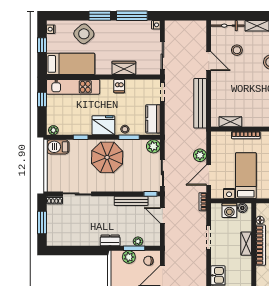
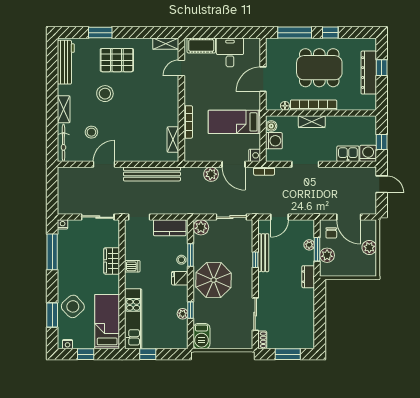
window: (100, 16) -> (52, 315), moved
fridge: (103, 125) -> (180, 278), width x0.53, depth x0.75
plant: (53, 130) -> (183, 314), moved
nightstand: (229, 193) -> (255, 155), moved
window: (150, 194) -> (255, 260), moved

